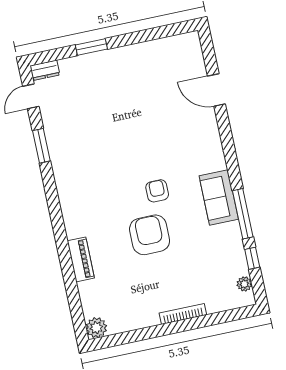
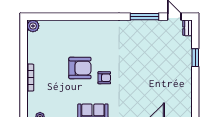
window: (41, 146) -> (144, 17), width x1.44
piano: (81, 259) -> (74, 25), removed

